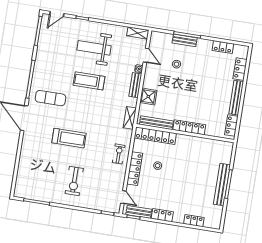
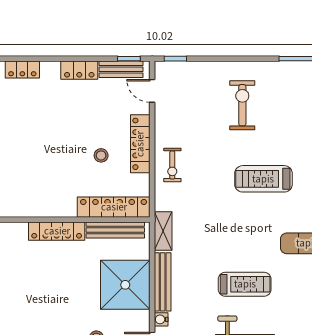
bench: (135, 85) -> (163, 282), width x1.36
shower: (148, 97) -> (125, 285), width x1.86, depth x1.86

